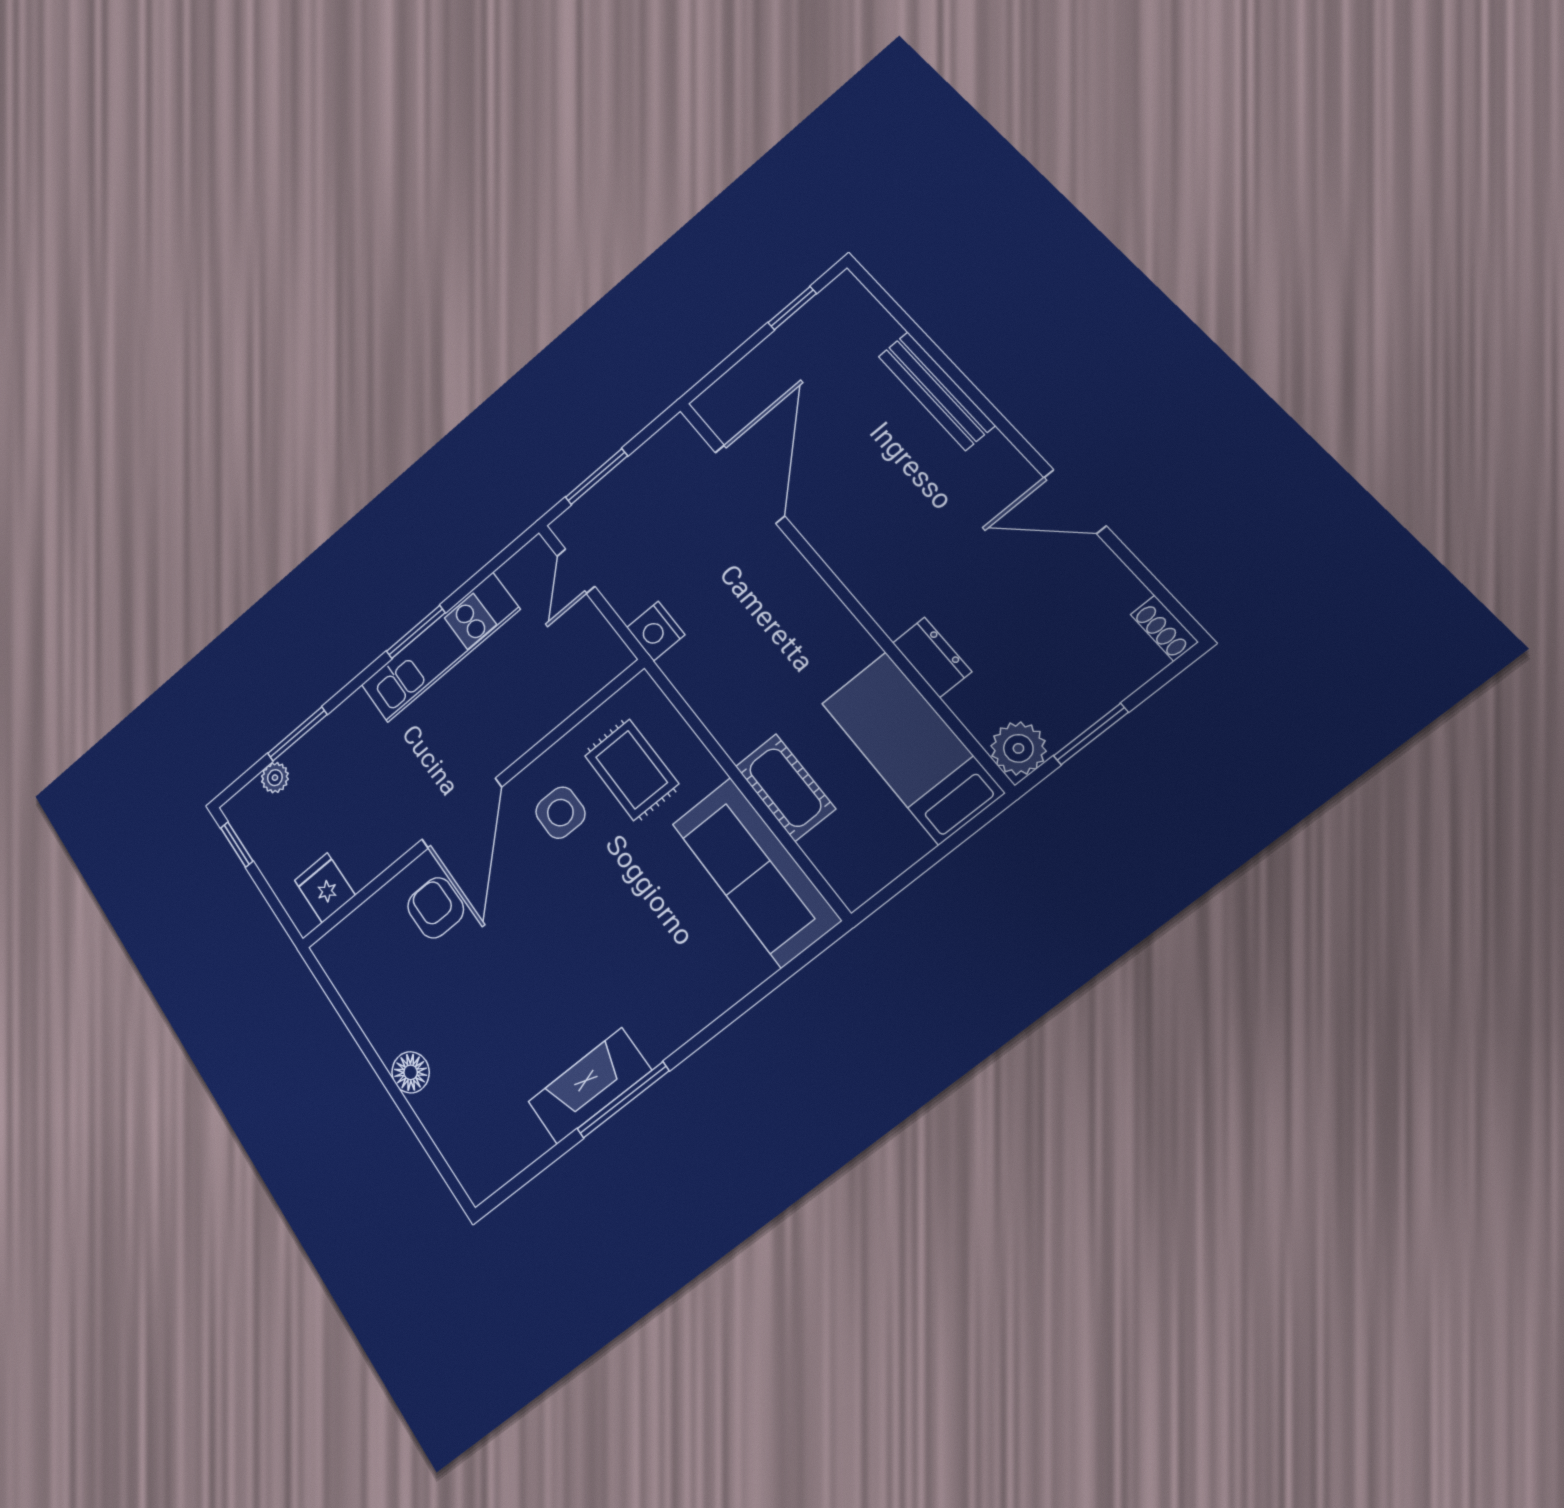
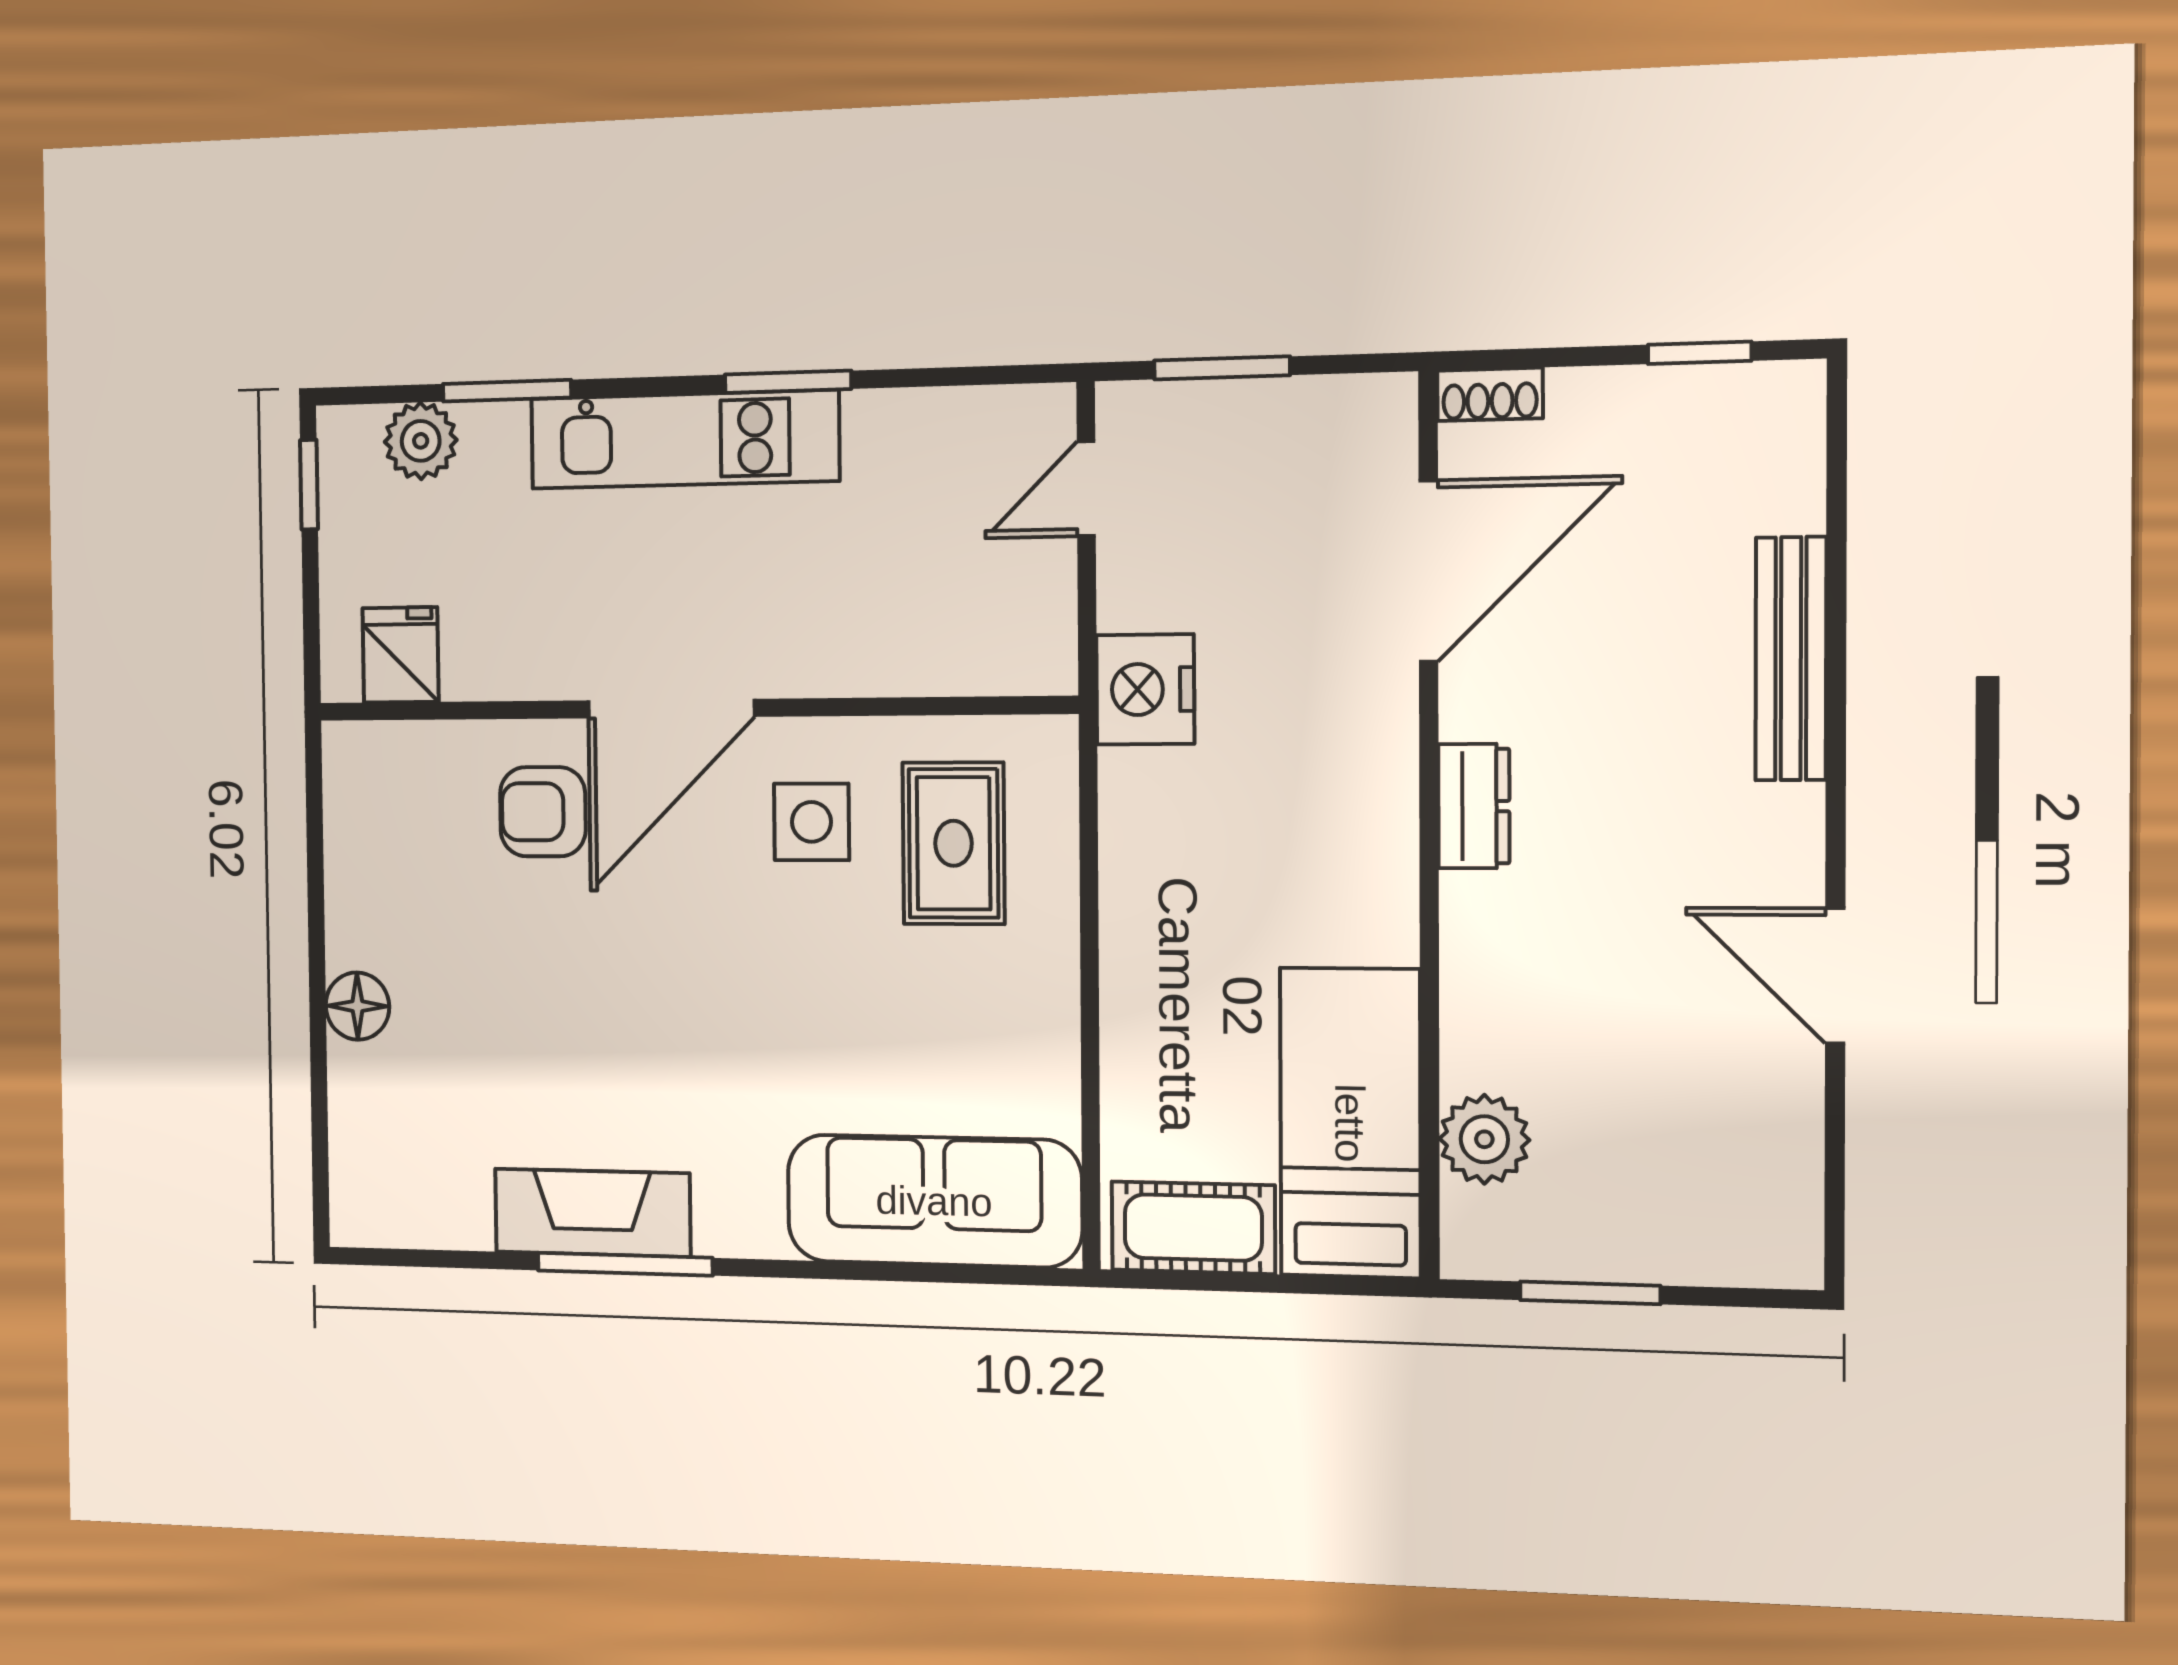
shoe rack: (1164, 628) -> (1490, 394), moved, turned -90
nightstand: (656, 631) -> (1145, 689), width x1.36, depth x1.33
kitchen unit: (440, 647) -> (684, 440), moved
dresser: (932, 657) -> (1474, 806), moved
plant: (1018, 748) -> (1484, 1139), moved
plant: (275, 778) -> (421, 441), width x1.38, depth x1.38
cot: (785, 788) -> (1193, 1228), moved, turned 90
sofa: (756, 872) -> (934, 1201), moved, turned 90
armchair: (436, 908) -> (543, 812), turned -90

